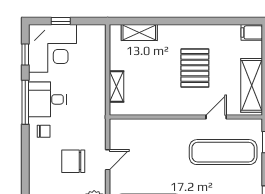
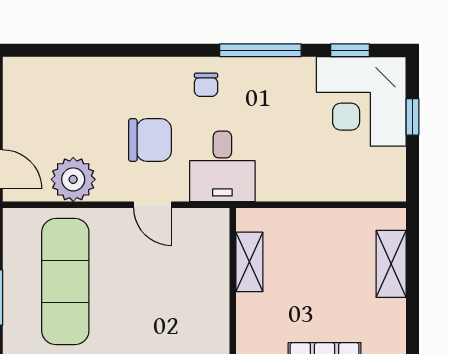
shelving: (117, 86) -> (249, 262), moved, turned 90
desk: (47, 99) -> (222, 166), moved, turned 180
chair: (73, 161) -> (150, 140), turned 90

